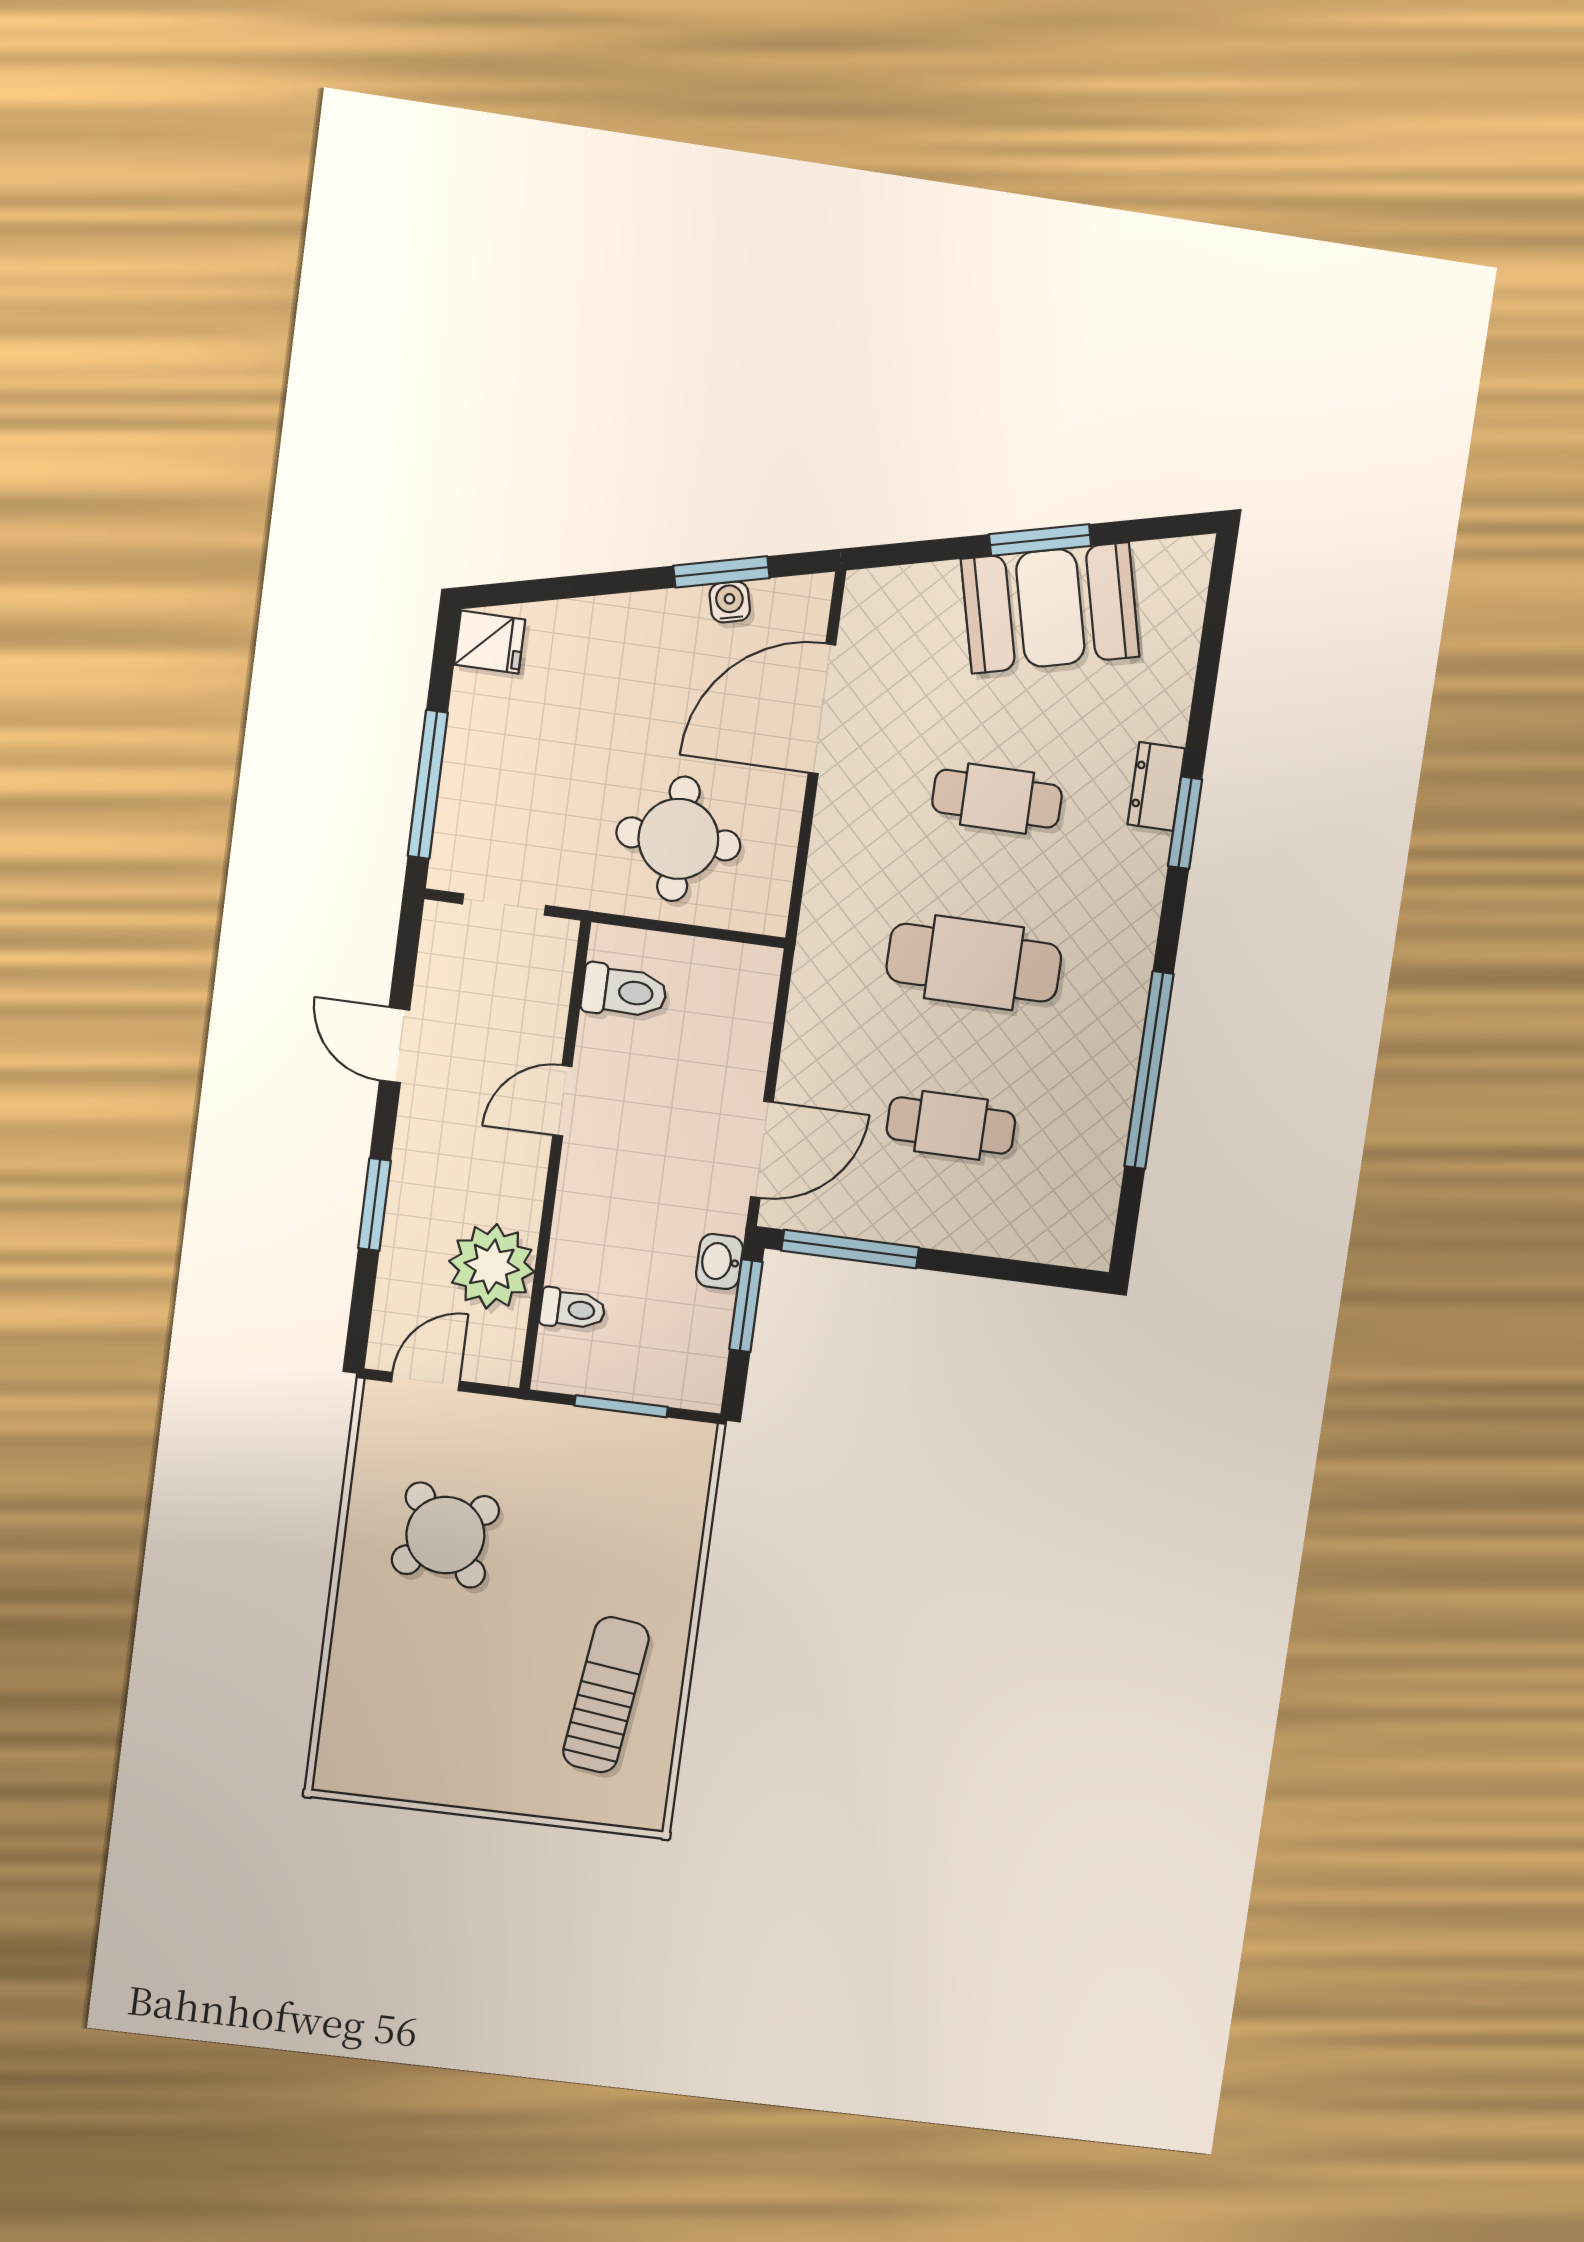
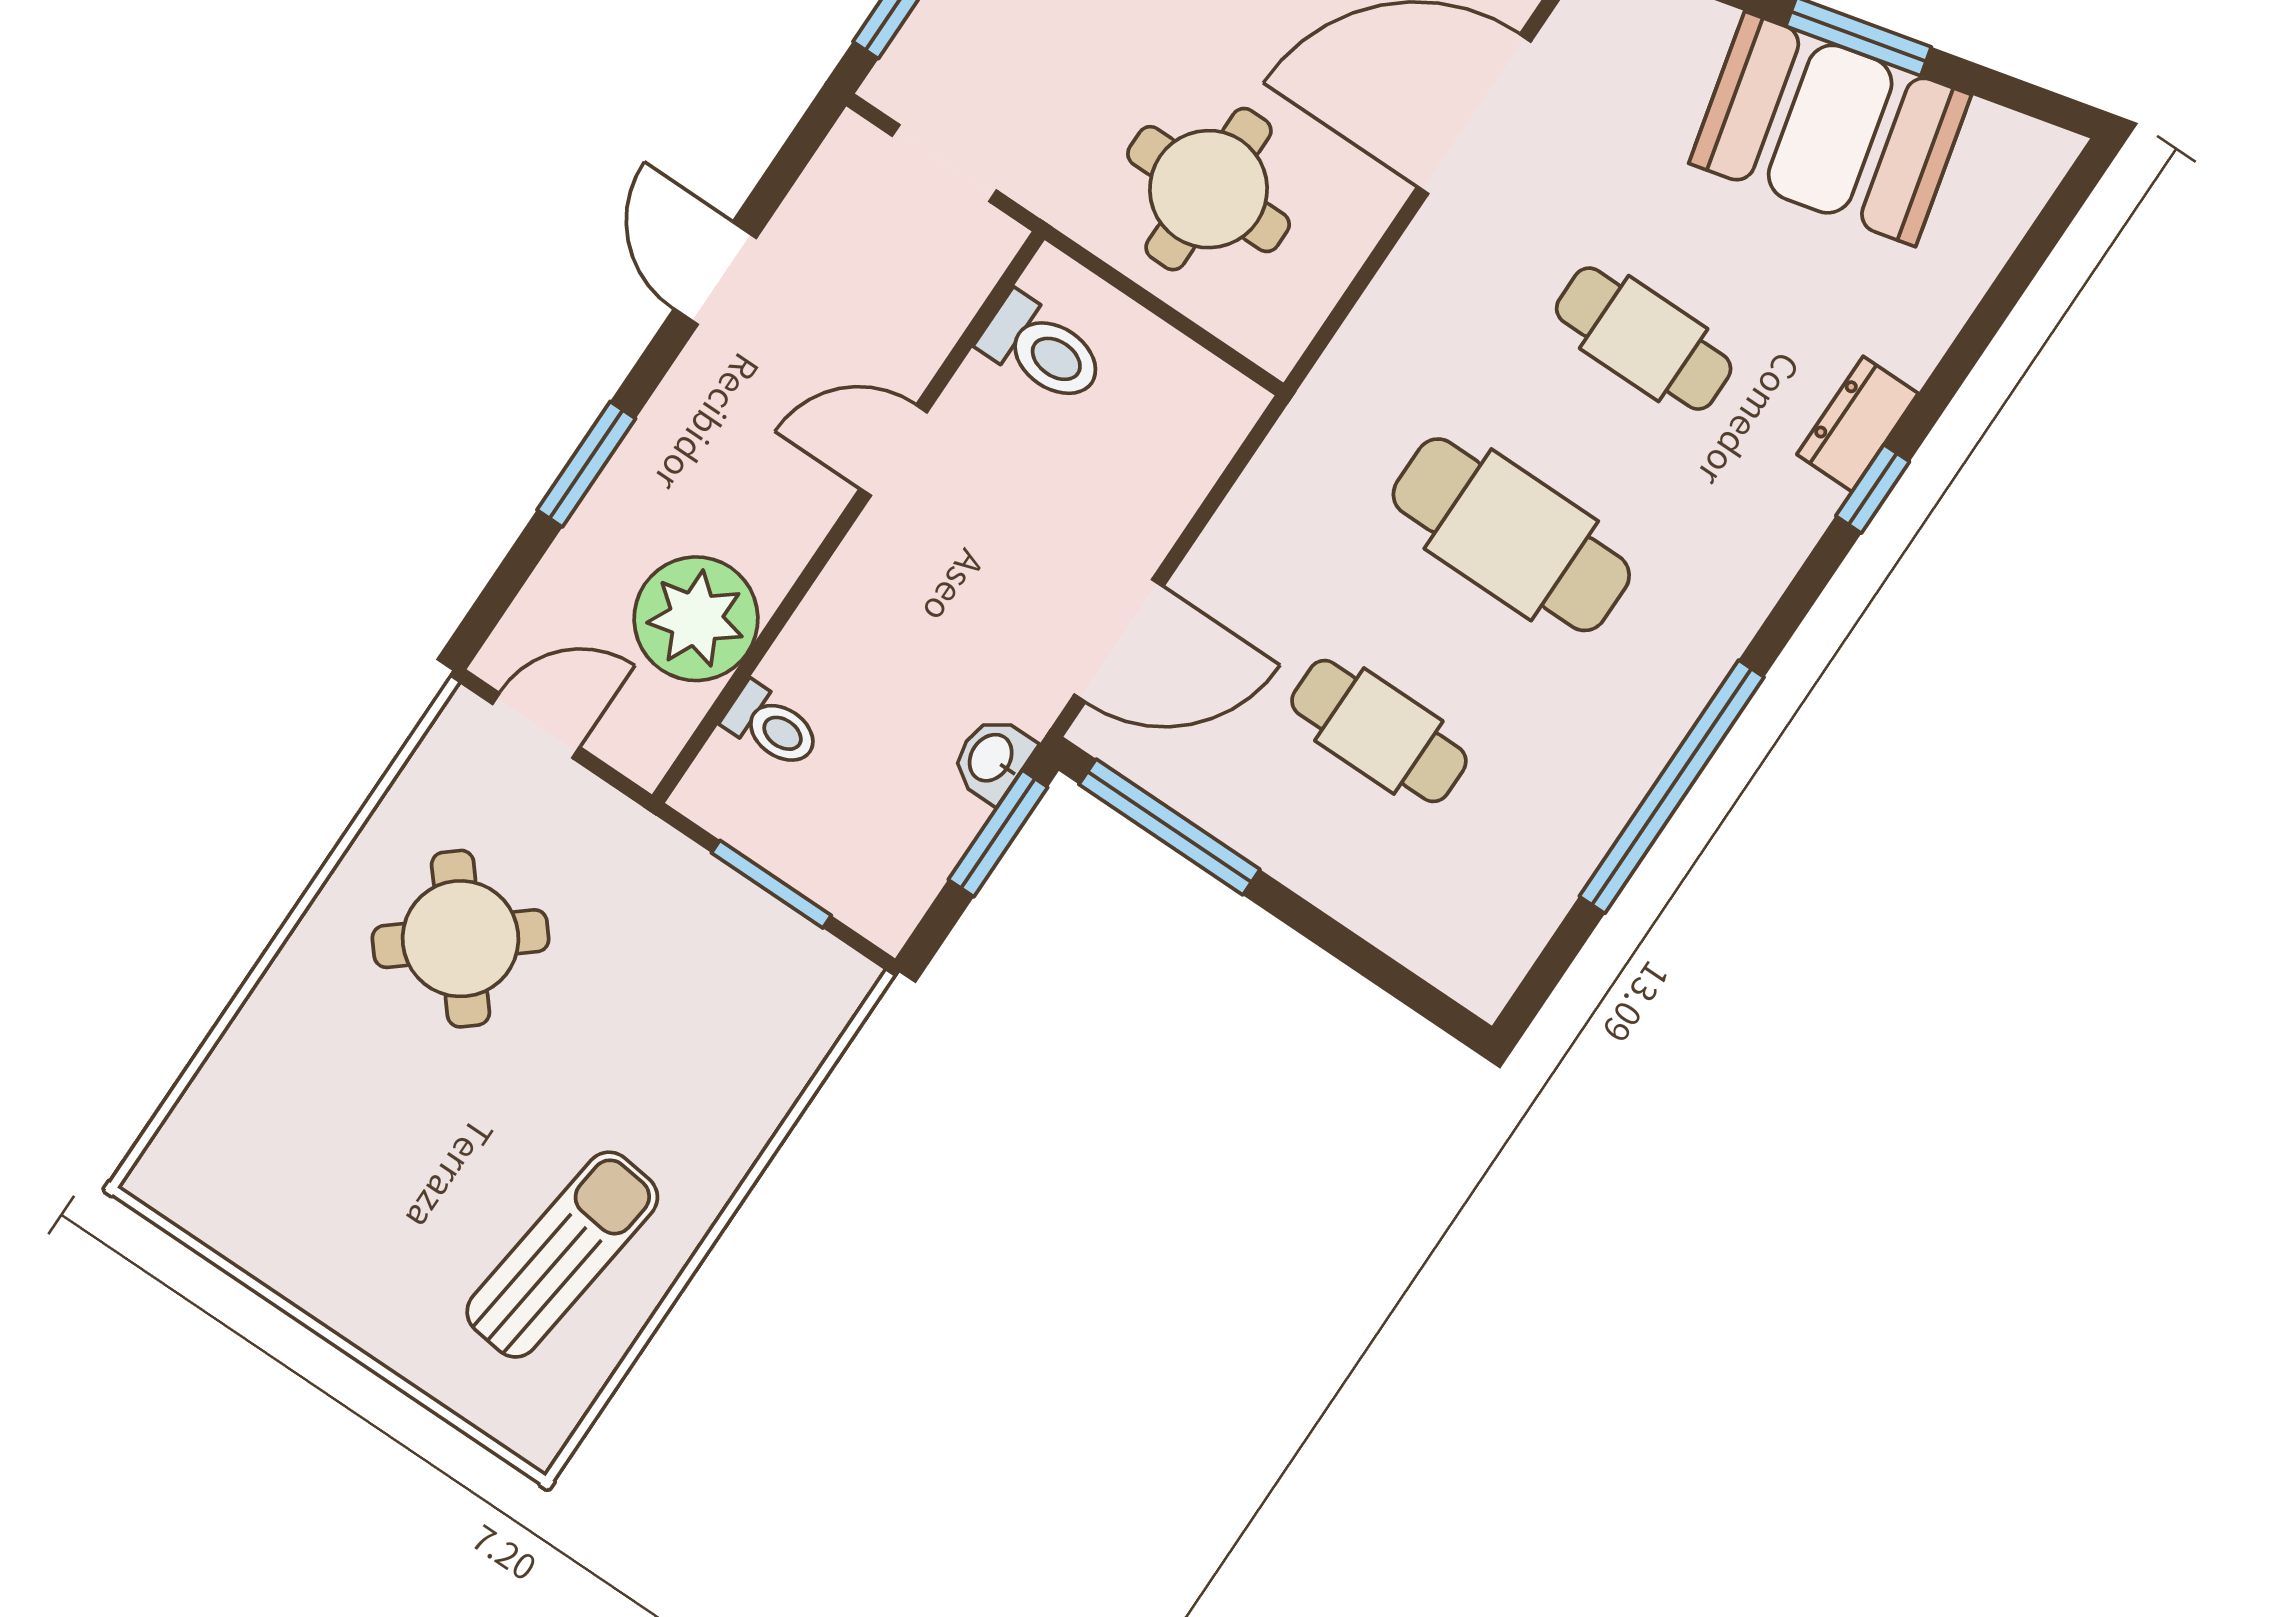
window: (1185, 823) -> (1873, 489), width x0.67

